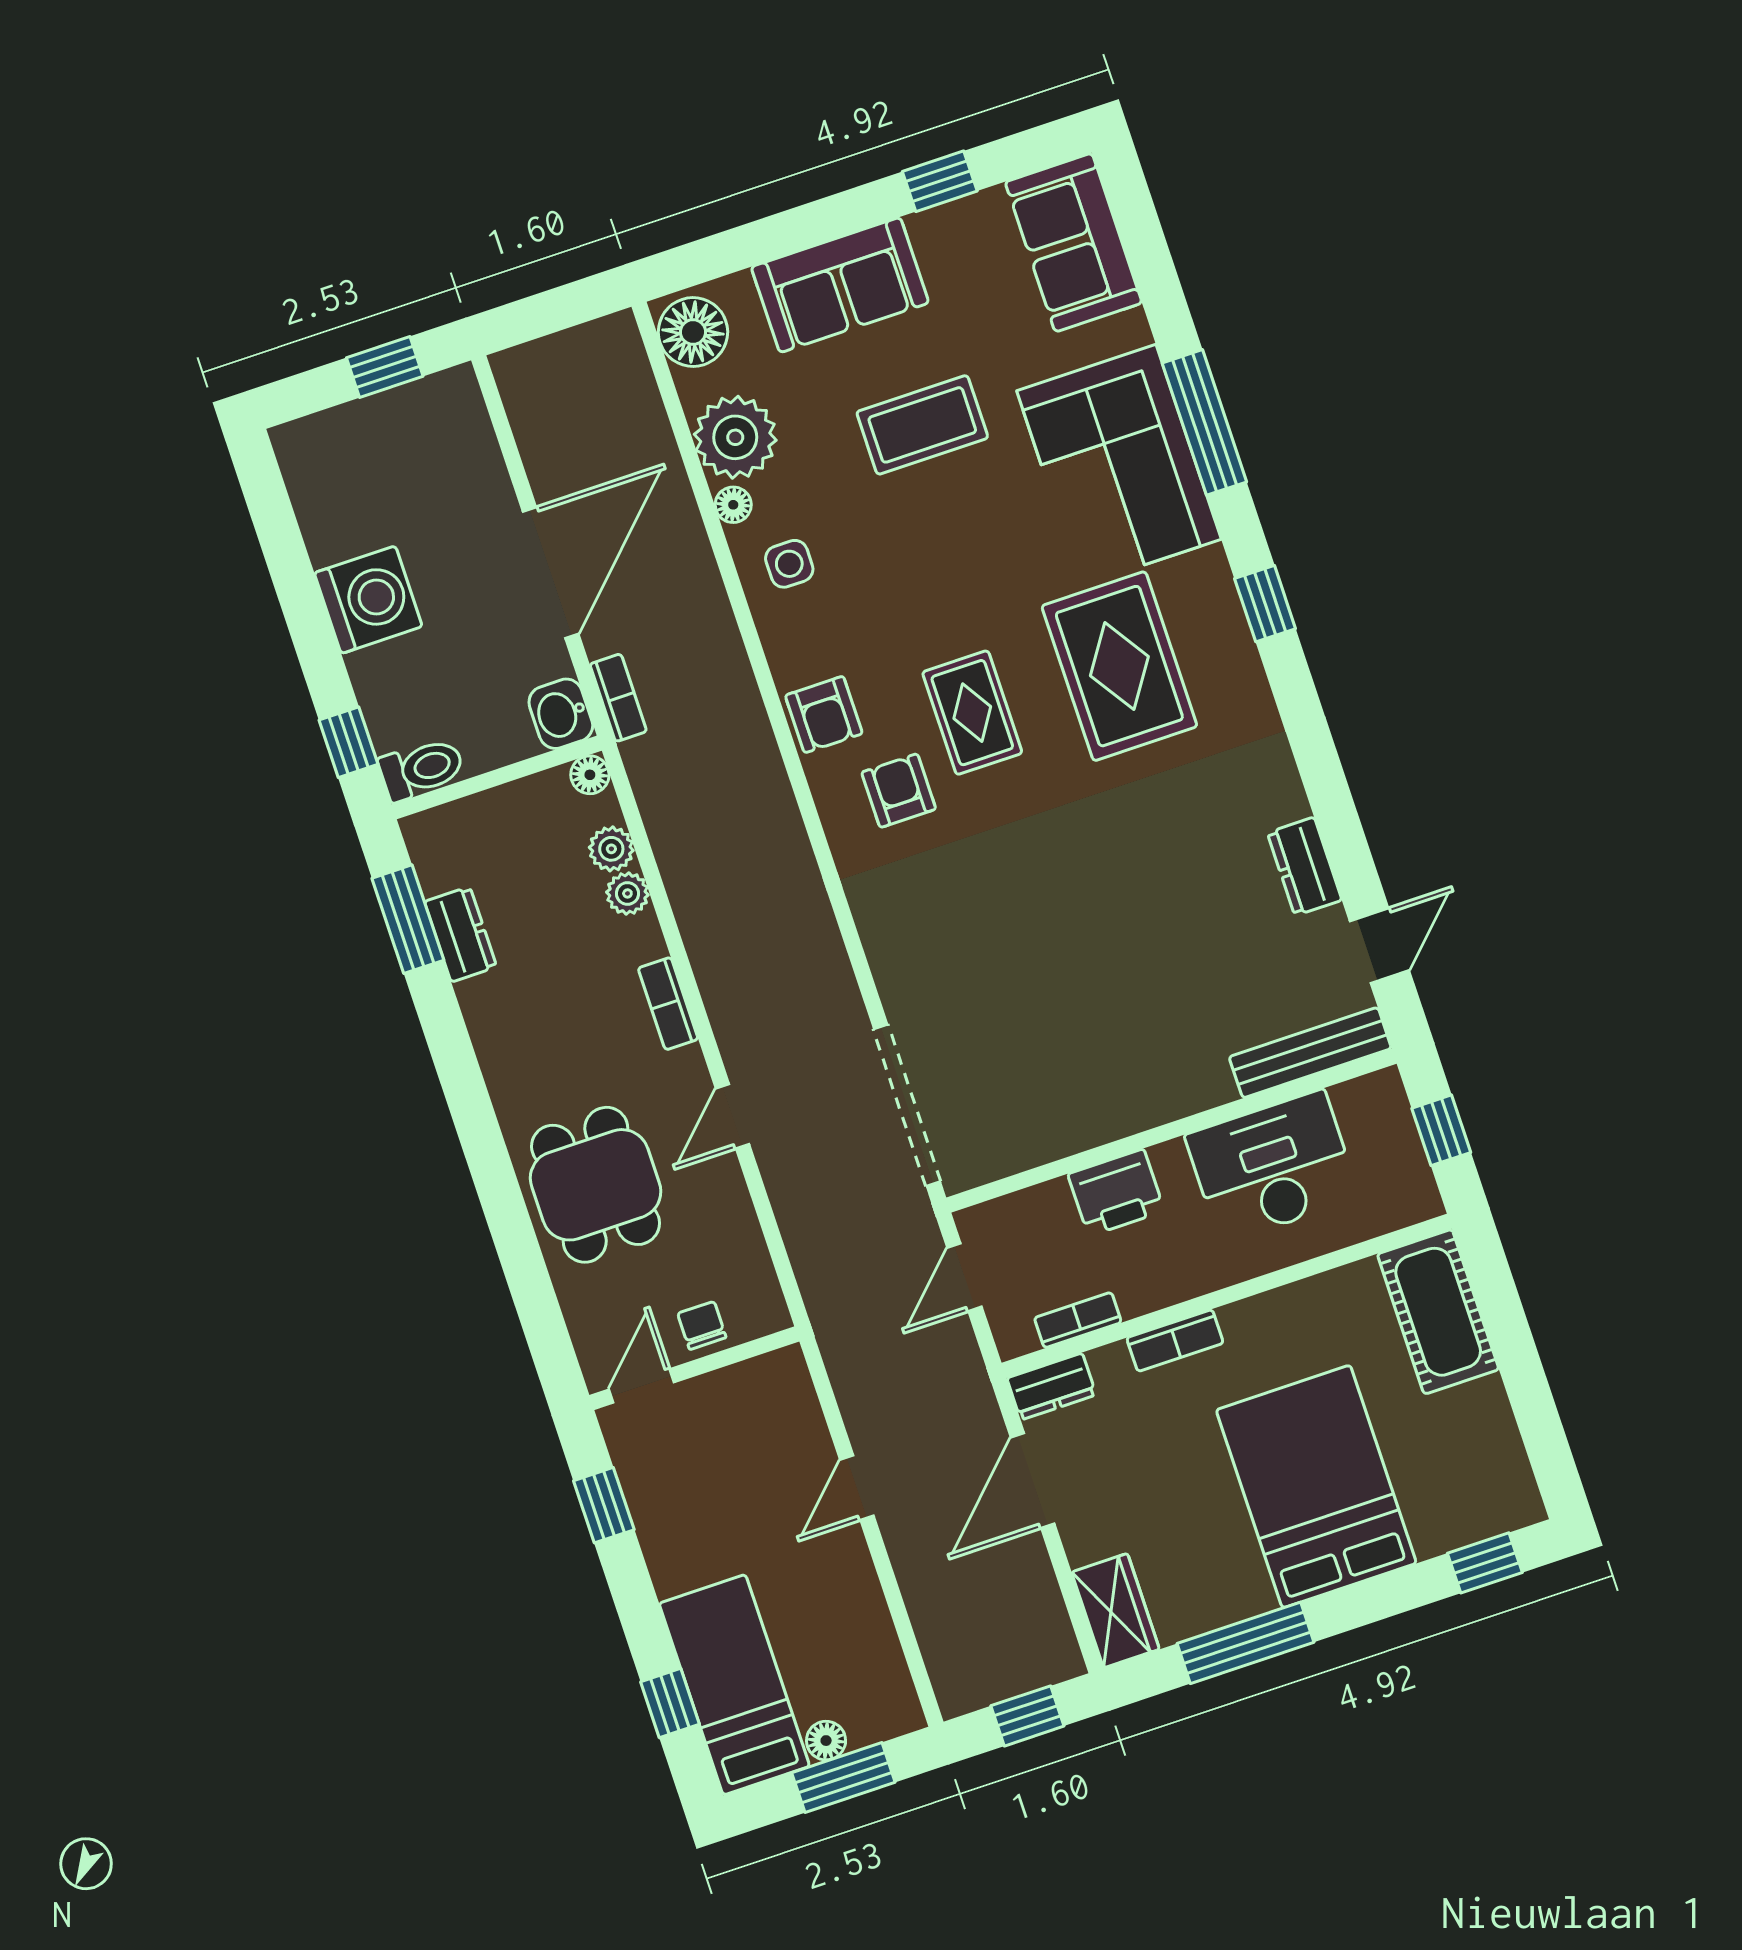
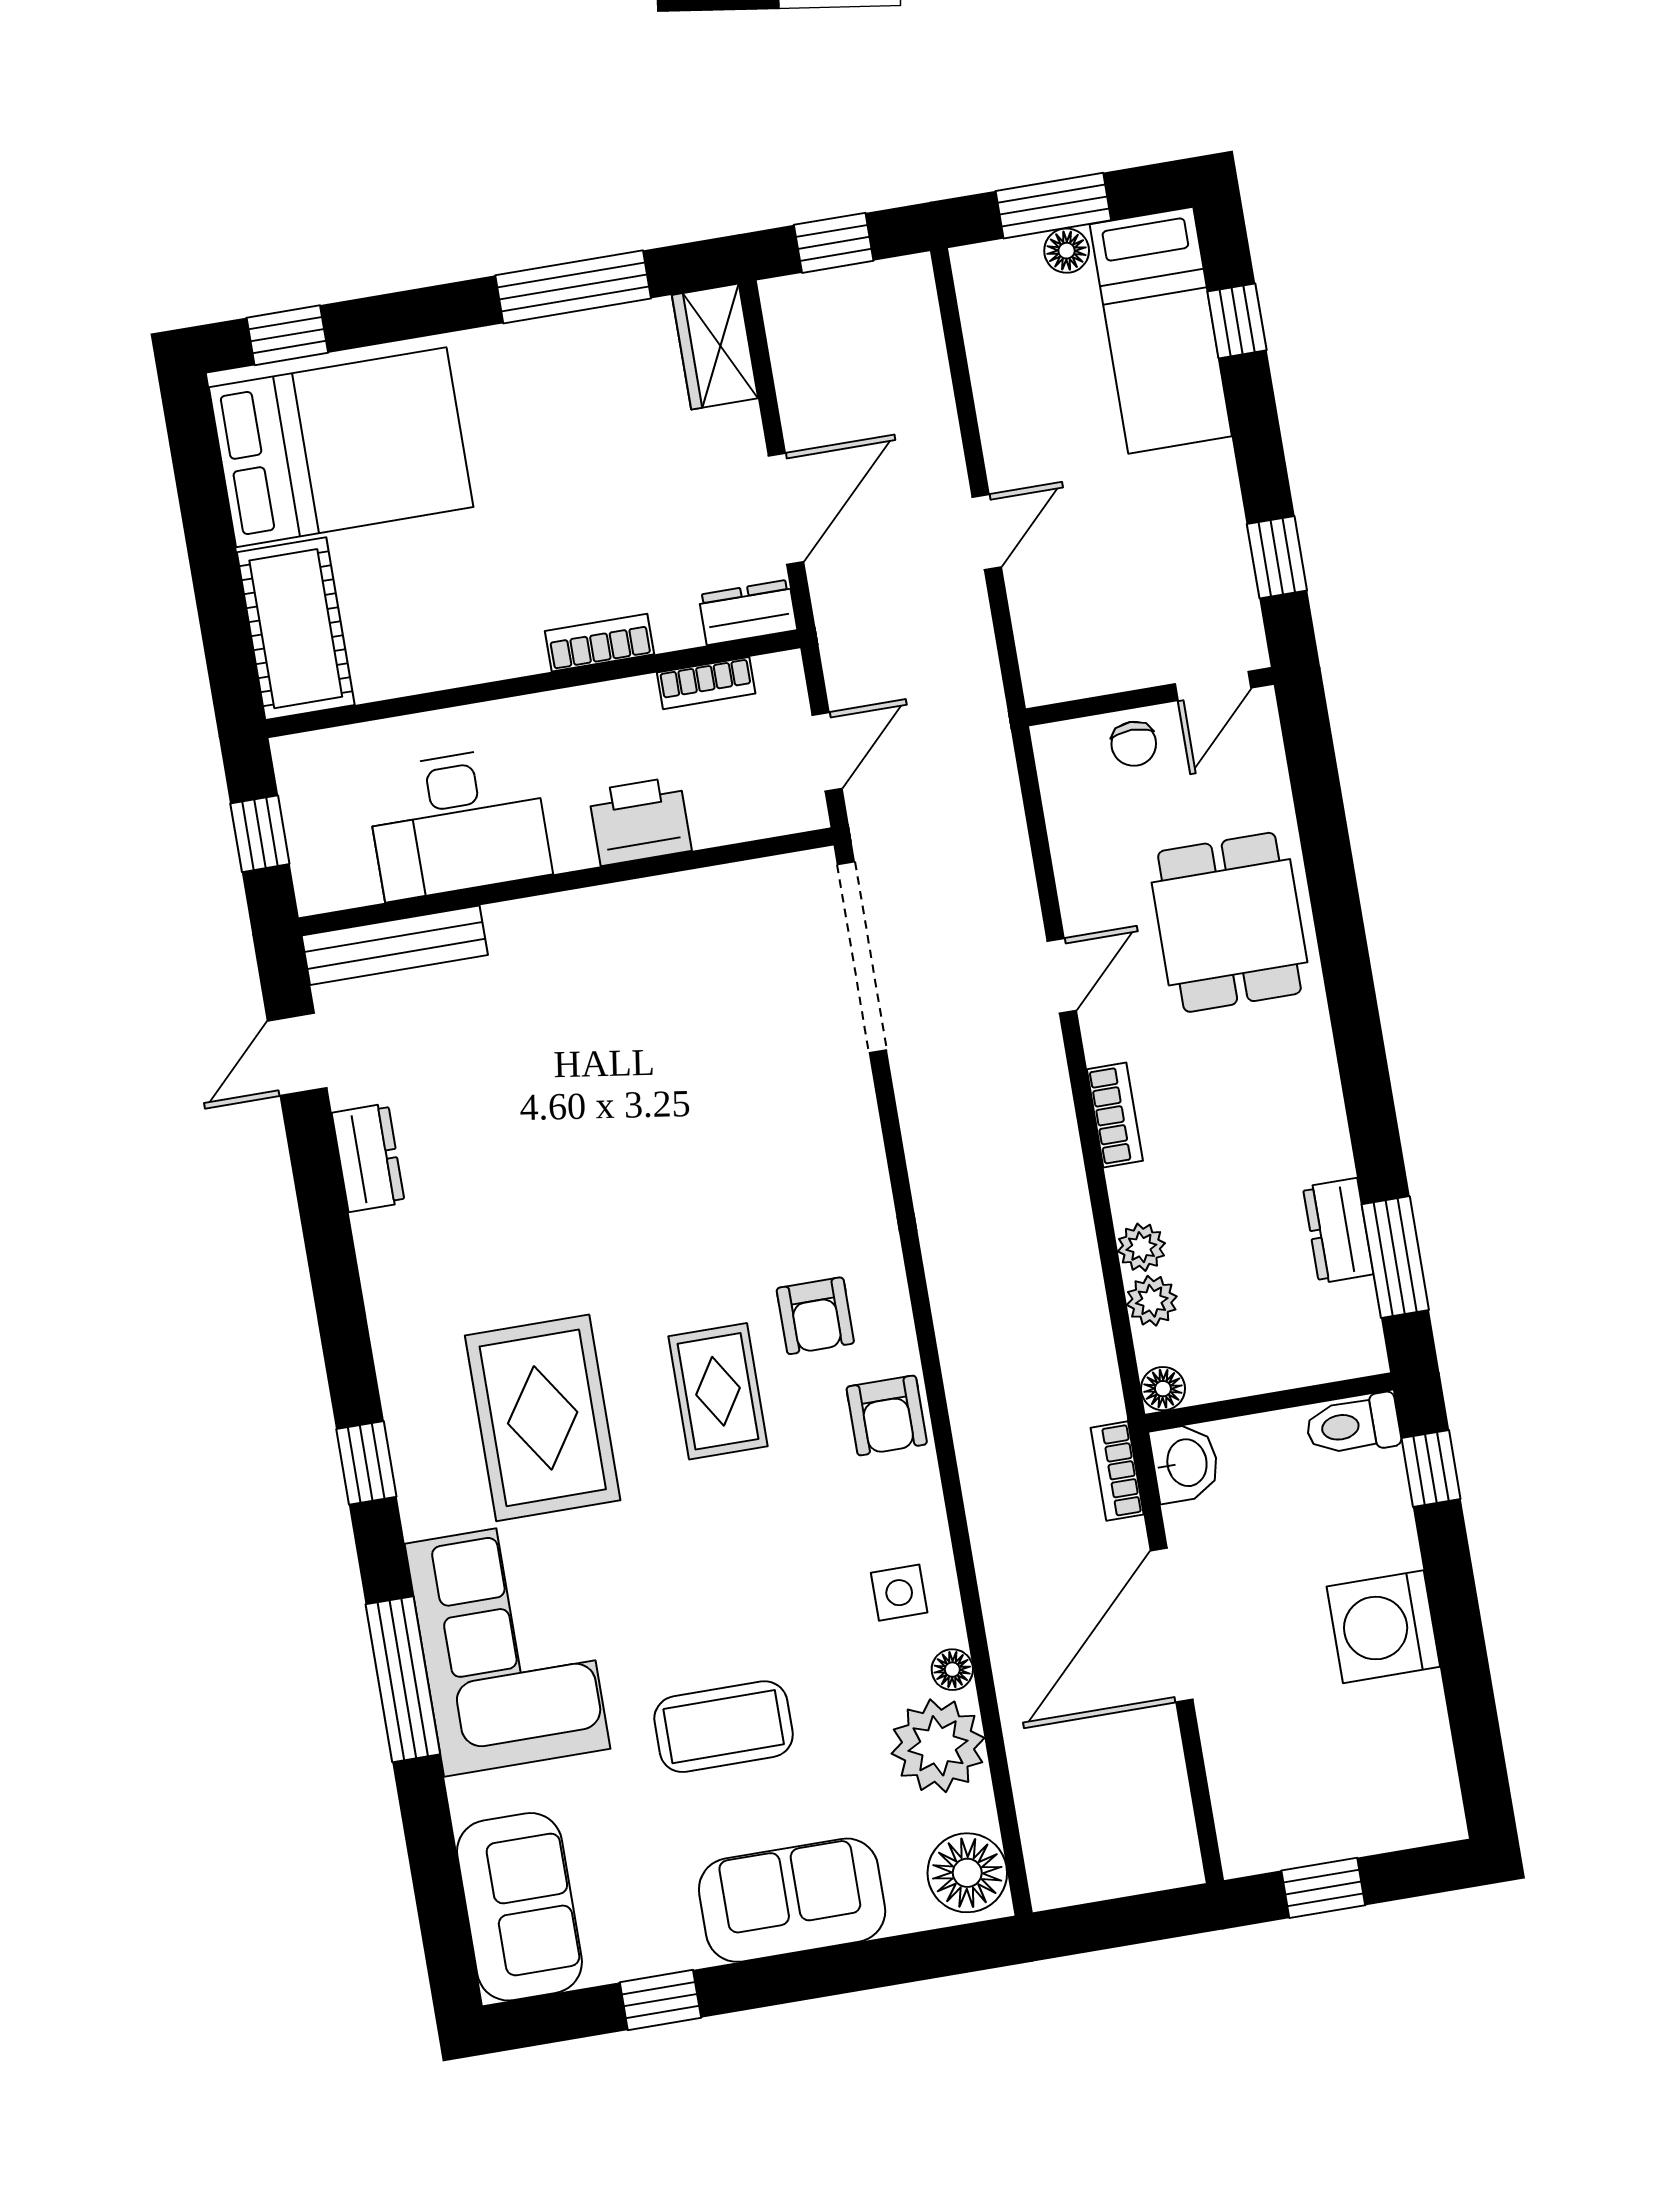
armchair: (824, 714) -> (887, 1415), turned 180
bed: (1316, 1487) -> (341, 447), moved, turned -90

